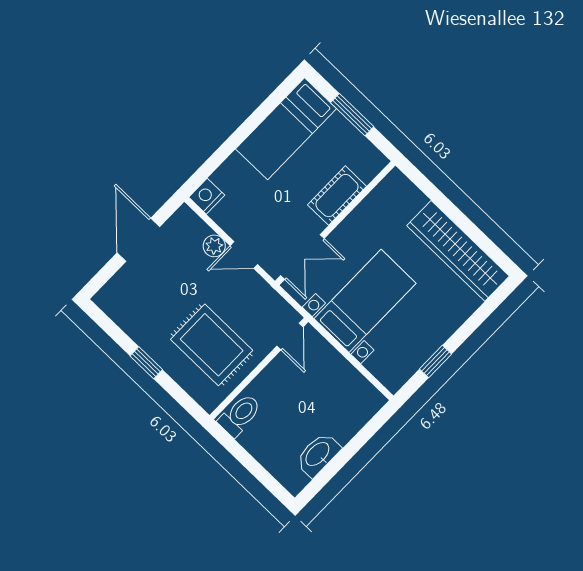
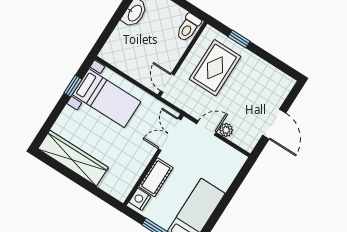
nightstand: (207, 196) -> (140, 199), moved, turned 180
bed with nightstands: (365, 301) -> (107, 98), moved, turned -90
rug: (212, 345) -> (215, 68), turned 90
window: (146, 363) -> (239, 39), moved

